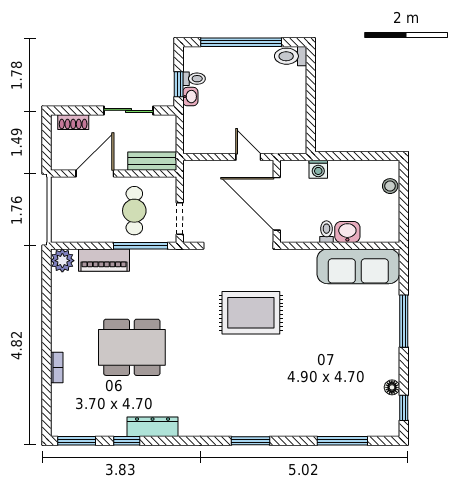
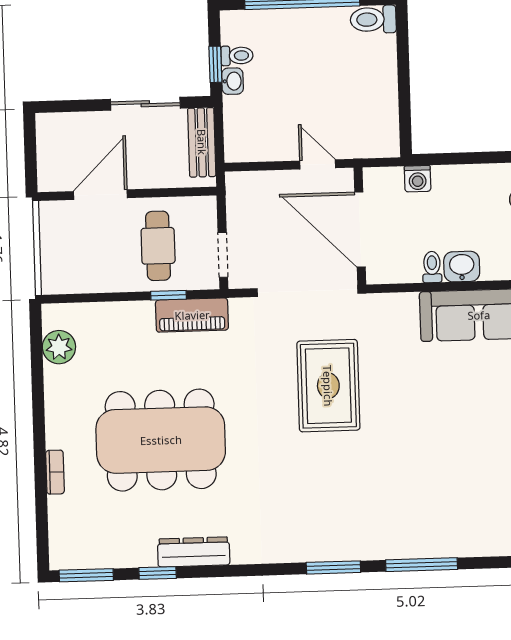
shoe rack: (73, 122) -> (67, 123), removed
bench: (152, 161) -> (202, 142), moved, turned 90
window: (141, 246) -> (169, 295), width x0.46
piano: (104, 260) -> (192, 315), moved
plant: (62, 261) -> (59, 347), moved
rug: (251, 313) -> (328, 386), turned 90
dining table: (132, 347) -> (161, 440), width x1.36, depth x1.24
window: (342, 441) -> (422, 565), moved

